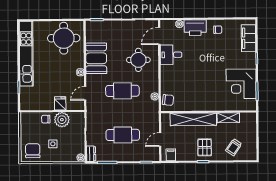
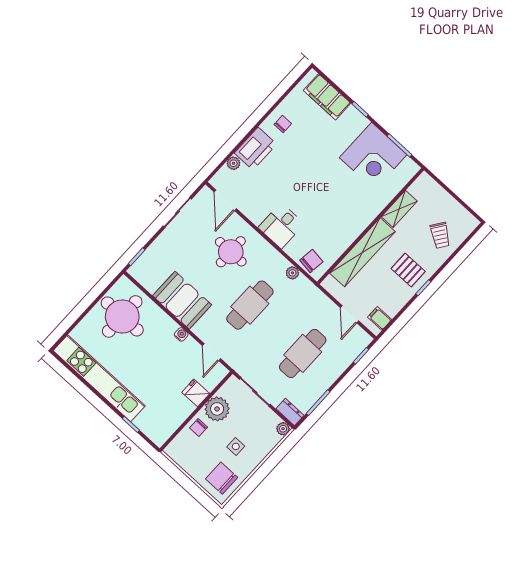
desk: (171, 55) -> (281, 226), moved

